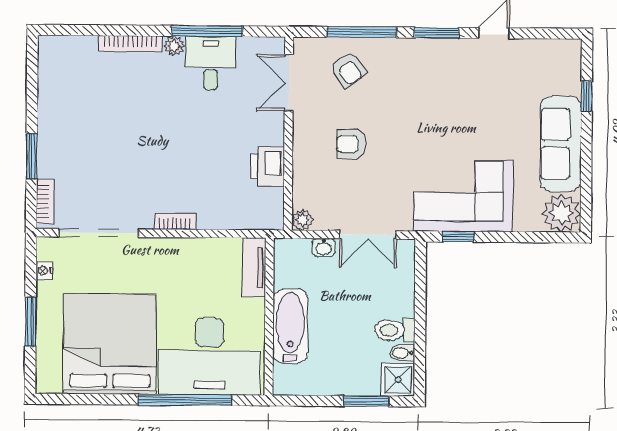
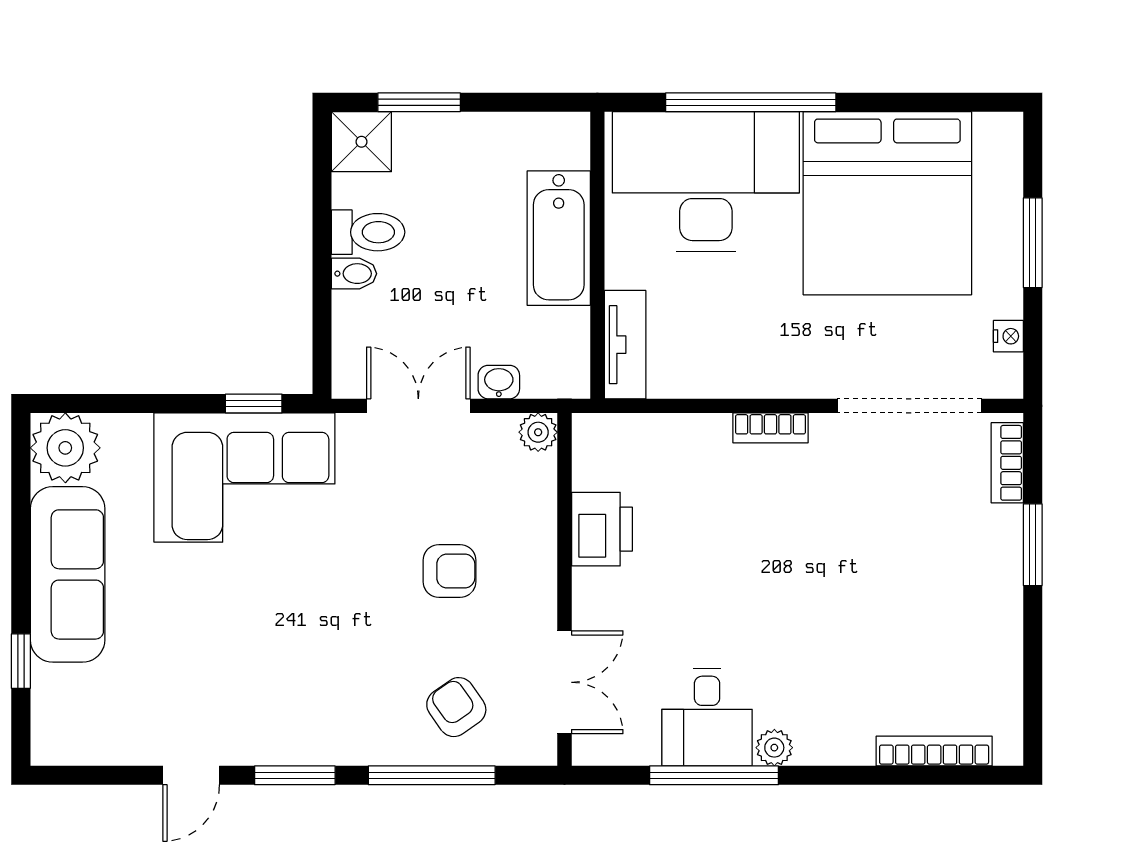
bookcase: (130, 44) -> (934, 751), moved
bidet: (402, 353) -> (354, 274), moved

